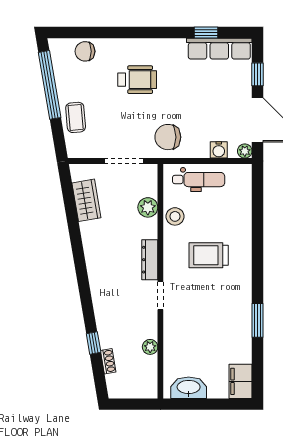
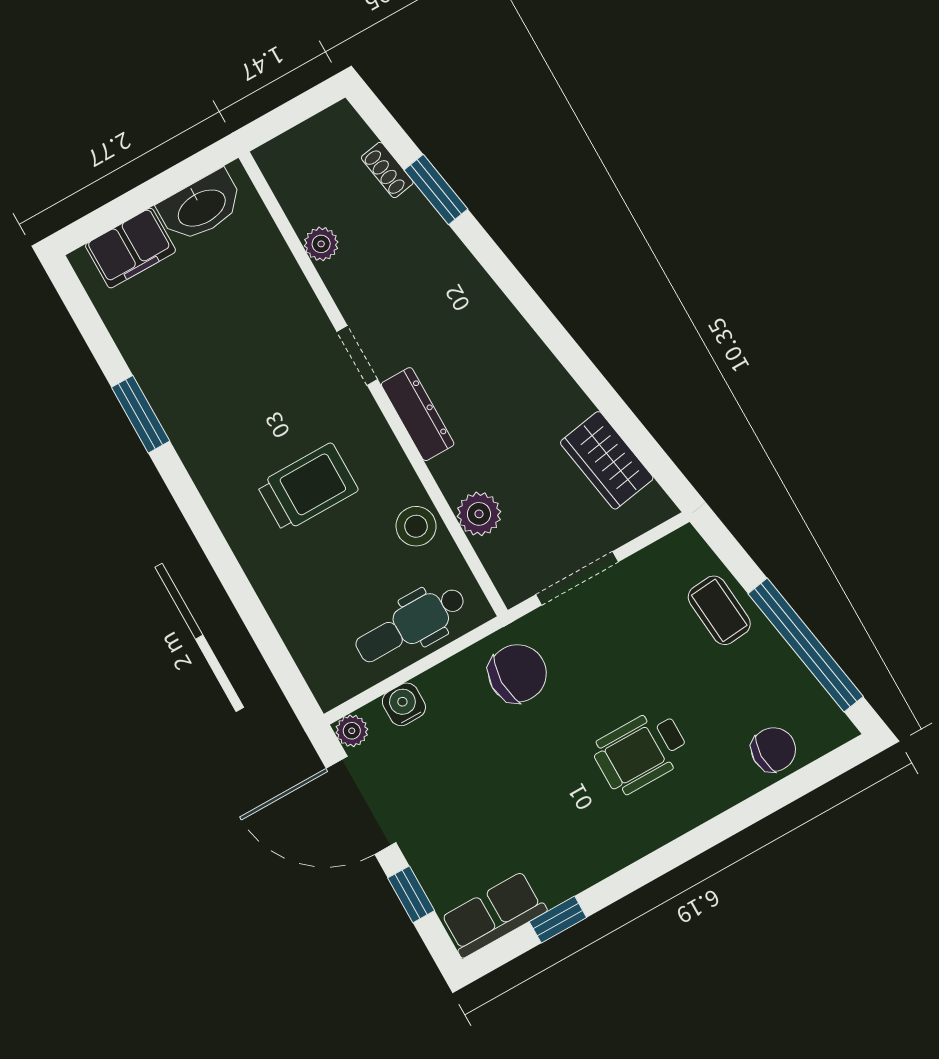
row of seats: (219, 49) -> (494, 914), width x0.68
window: (94, 343) -> (436, 189), width x1.50
filing cabinet: (240, 381) -> (131, 248), moved, turned 90

